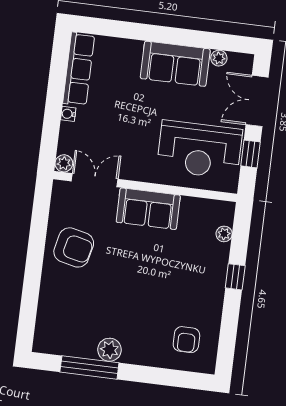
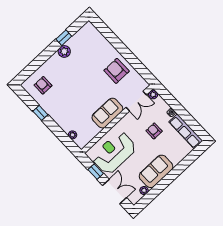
armchair: (117, 117) -> (154, 131), added
armchair: (74, 247) -> (117, 71), turned 77
window: (235, 277) -> (40, 113), moved
window: (89, 367) -> (64, 38), width x0.46

